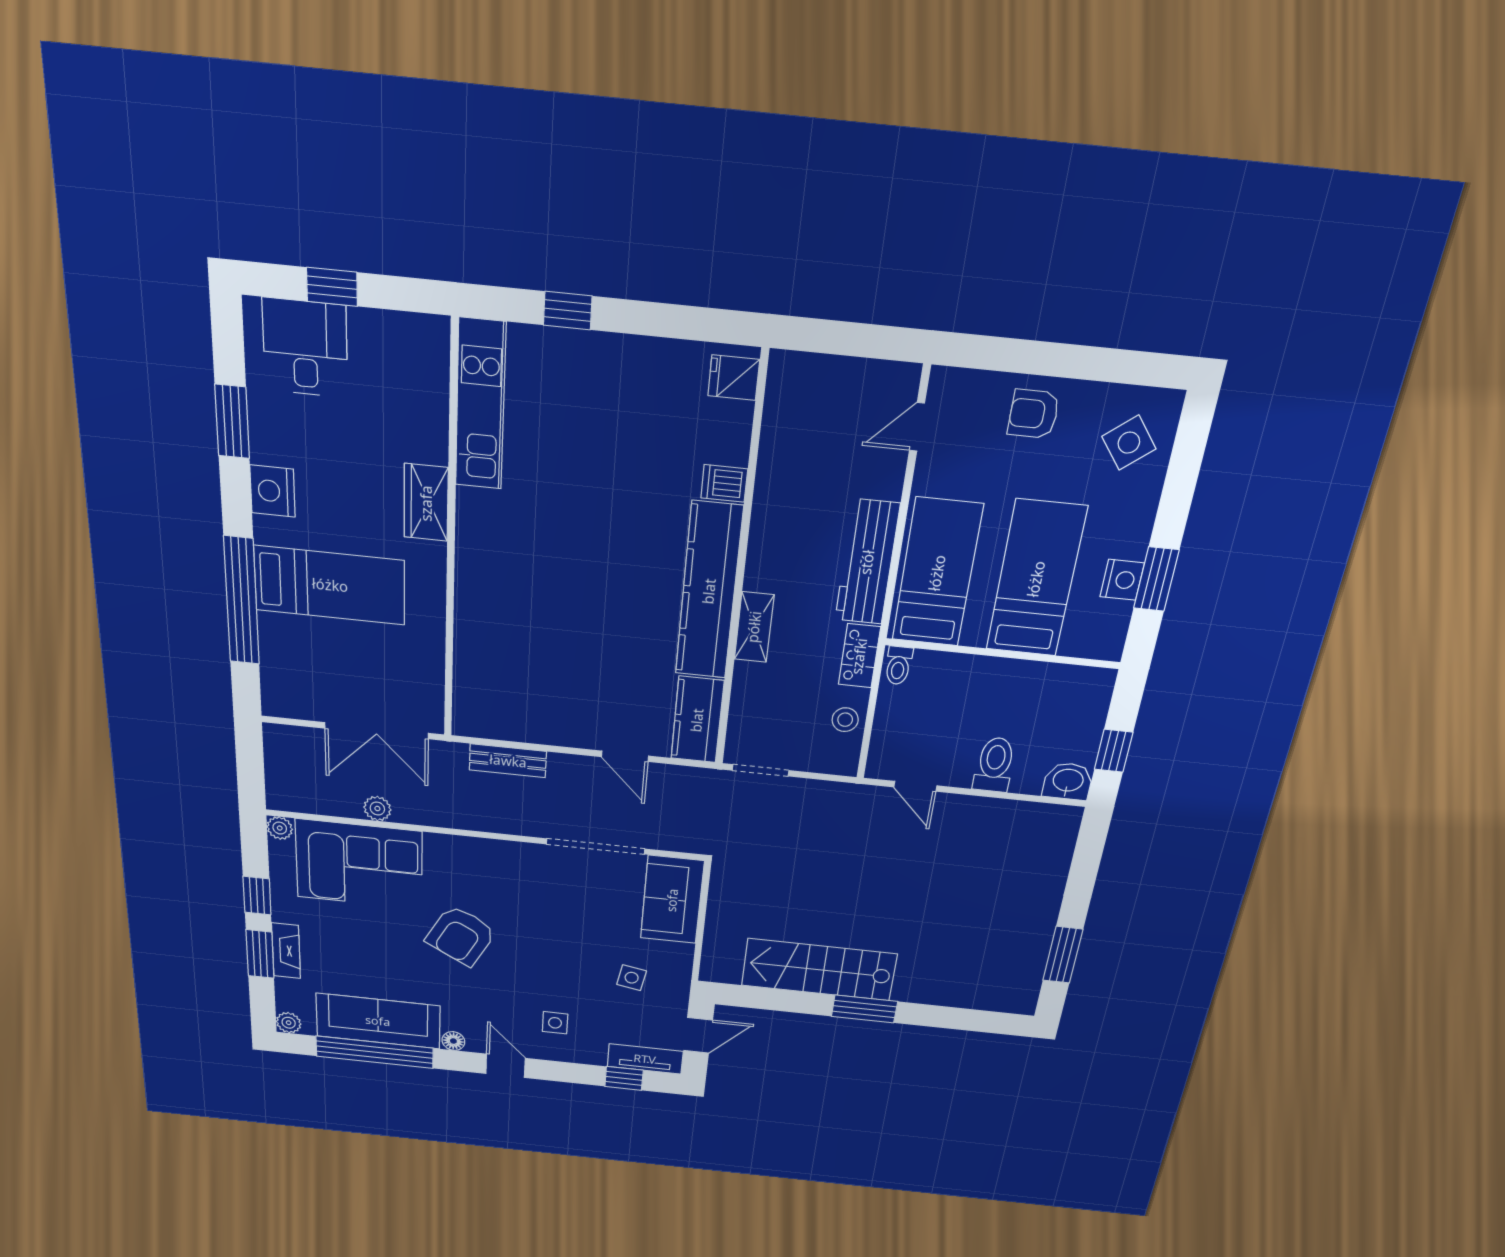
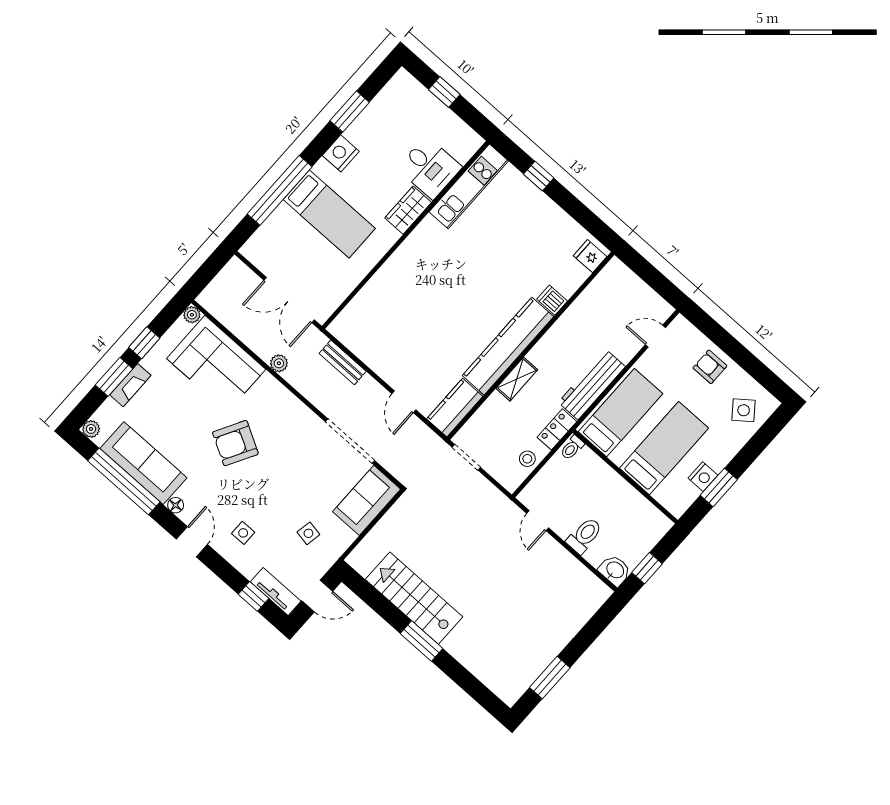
desk: (305, 348) -> (430, 168), moved, turned 90
plant: (377, 809) -> (279, 363), moved

